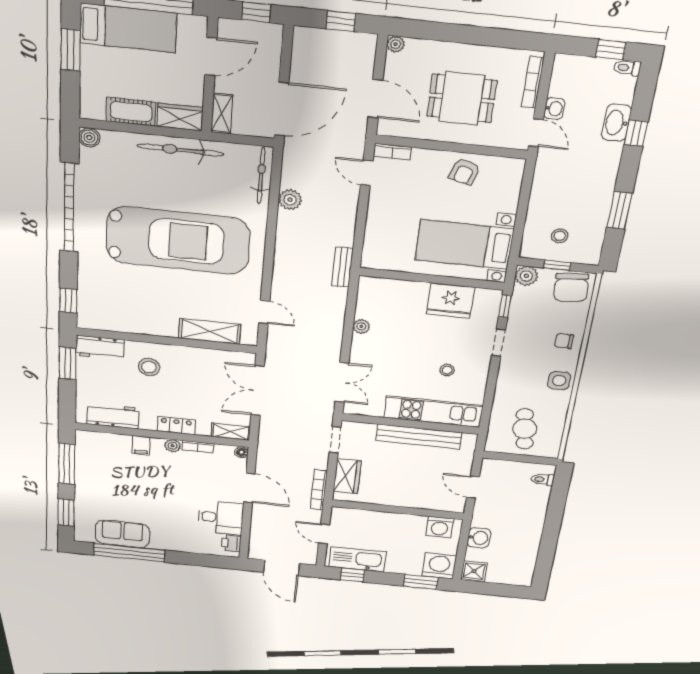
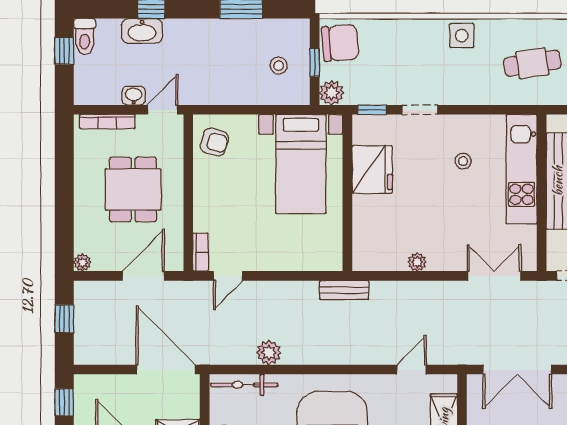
toilet: (627, 68) -> (85, 37), width x1.37, depth x1.39
armchair: (465, 172) -> (214, 142), moved
chair: (564, 341) -> (409, 39), removed

